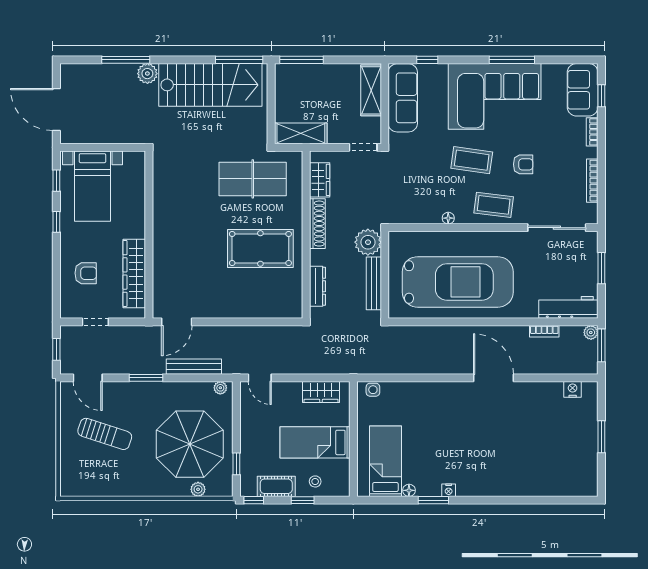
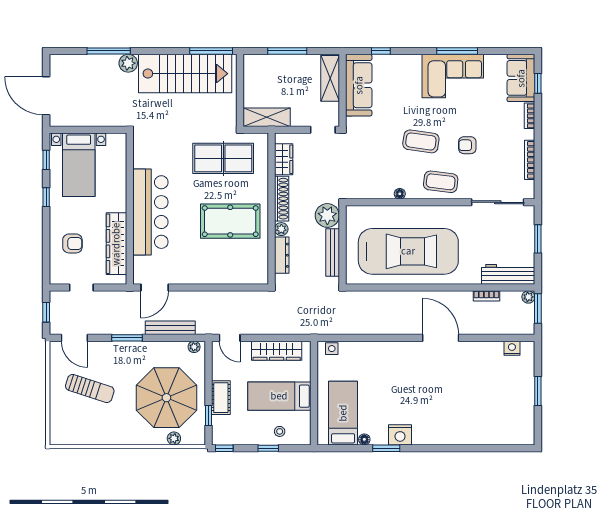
window: (302, 60) -> (287, 51), moved
corner sofa: (495, 96) -> (453, 76), width x0.73, depth x0.74
armchair: (523, 164) -> (467, 145), turned 180
bar counter: (172, 238) -> (150, 212), added
plant: (317, 257) -> (281, 229), added
wardrobe: (321, 392) -> (277, 351), width x1.50
cot: (276, 486) -> (221, 398), moved, turned 90
nightstand: (449, 490) -> (400, 435), width x1.89, depth x1.79

